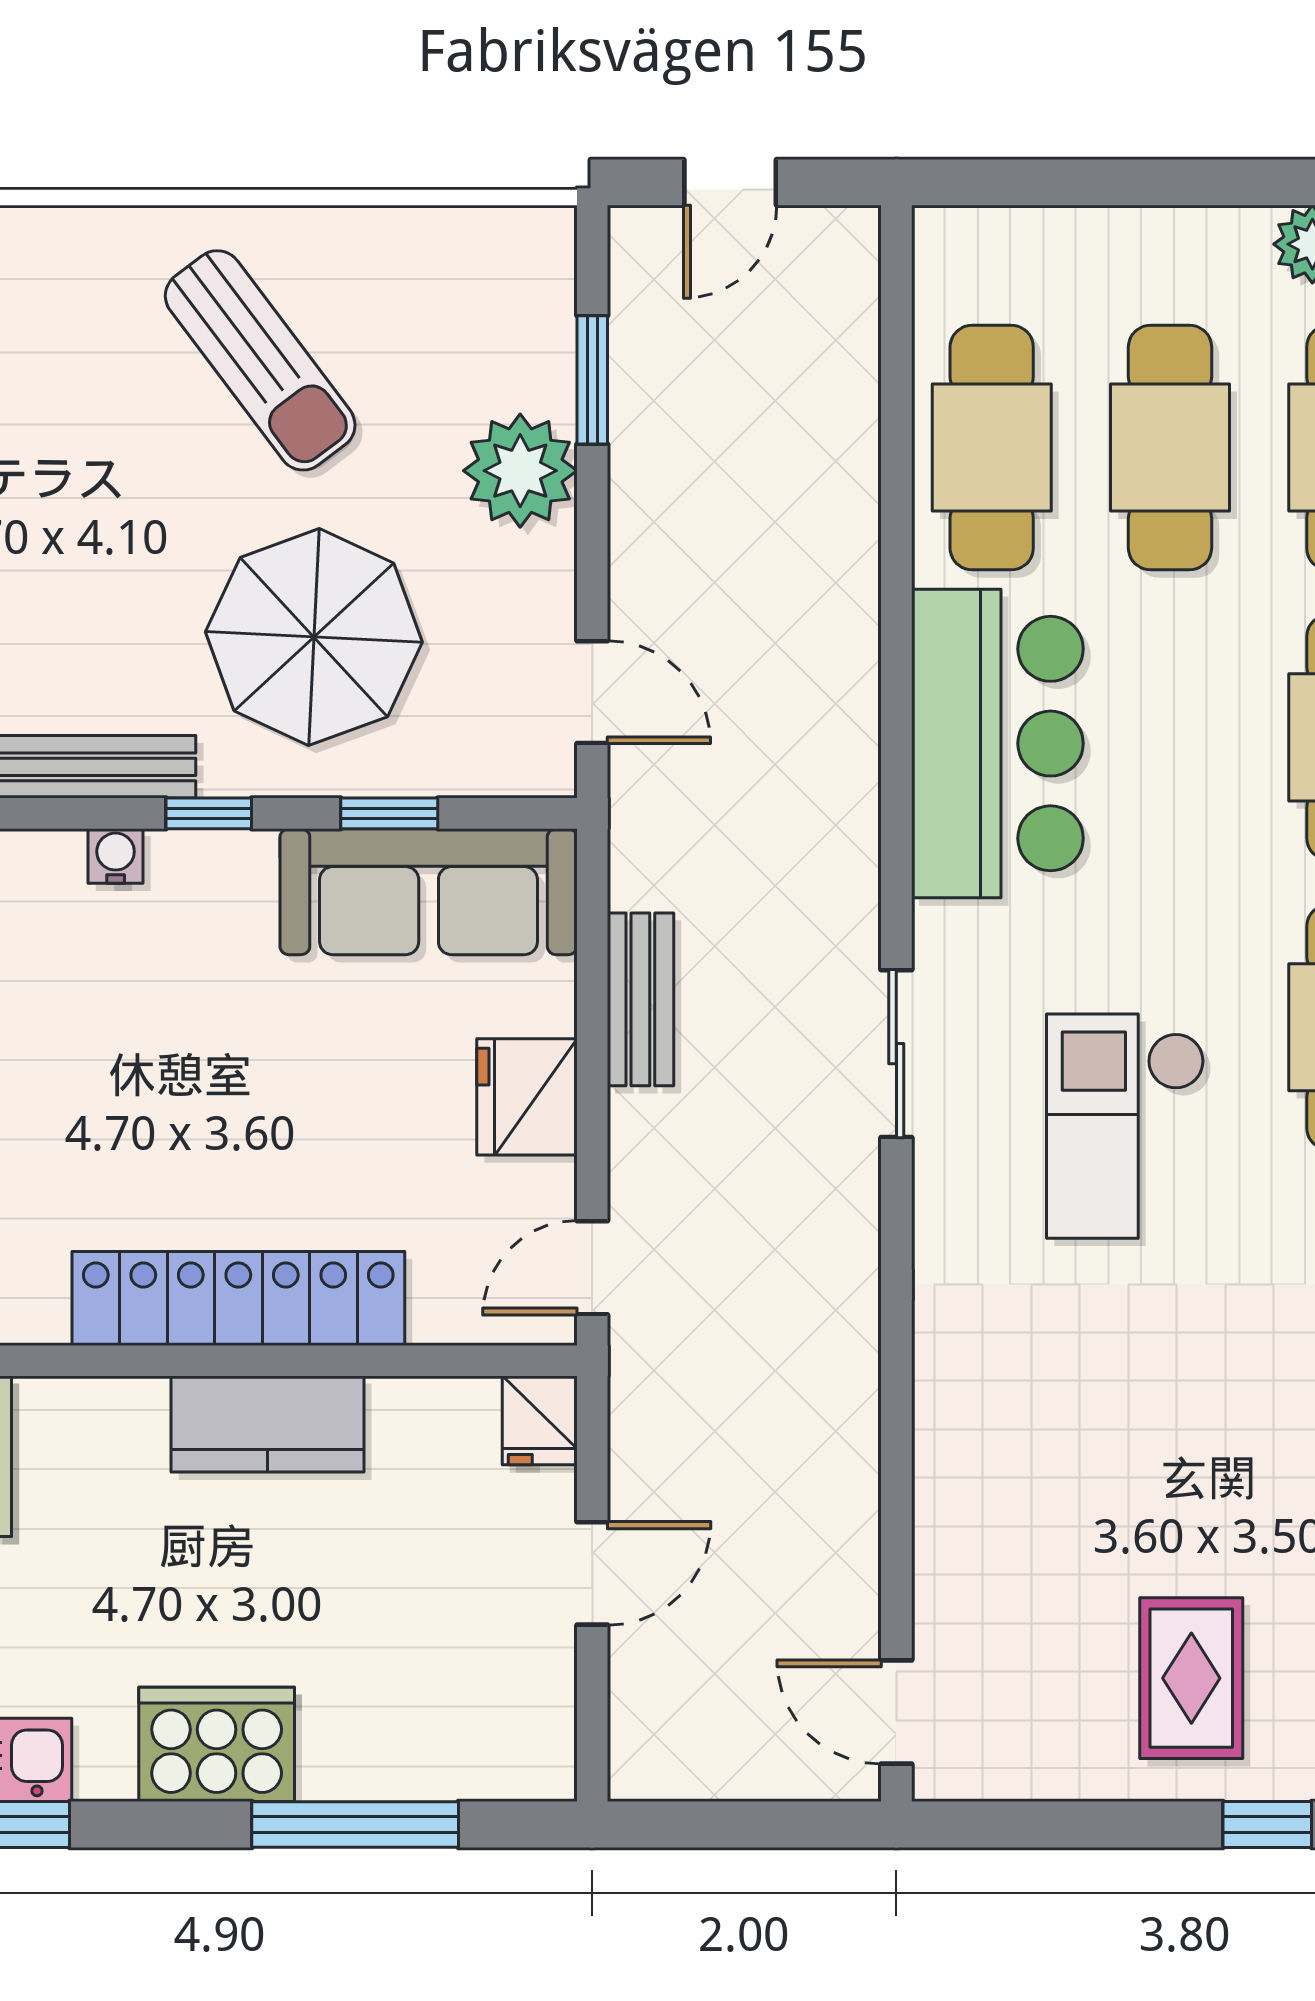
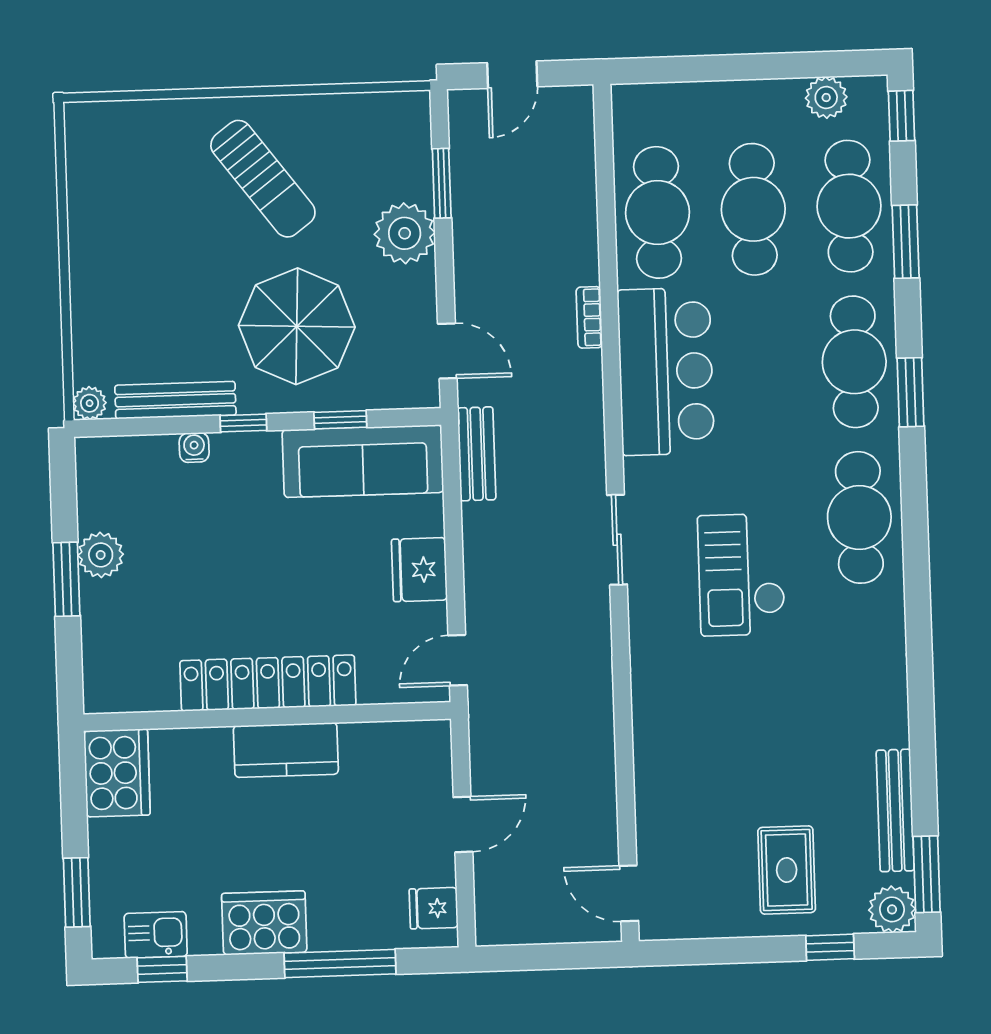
bookcase: (858, 638) -> (589, 317), added
bench: (640, 999) -> (477, 454), moved
fridge: (540, 1420) -> (434, 908), moved, turned 90

